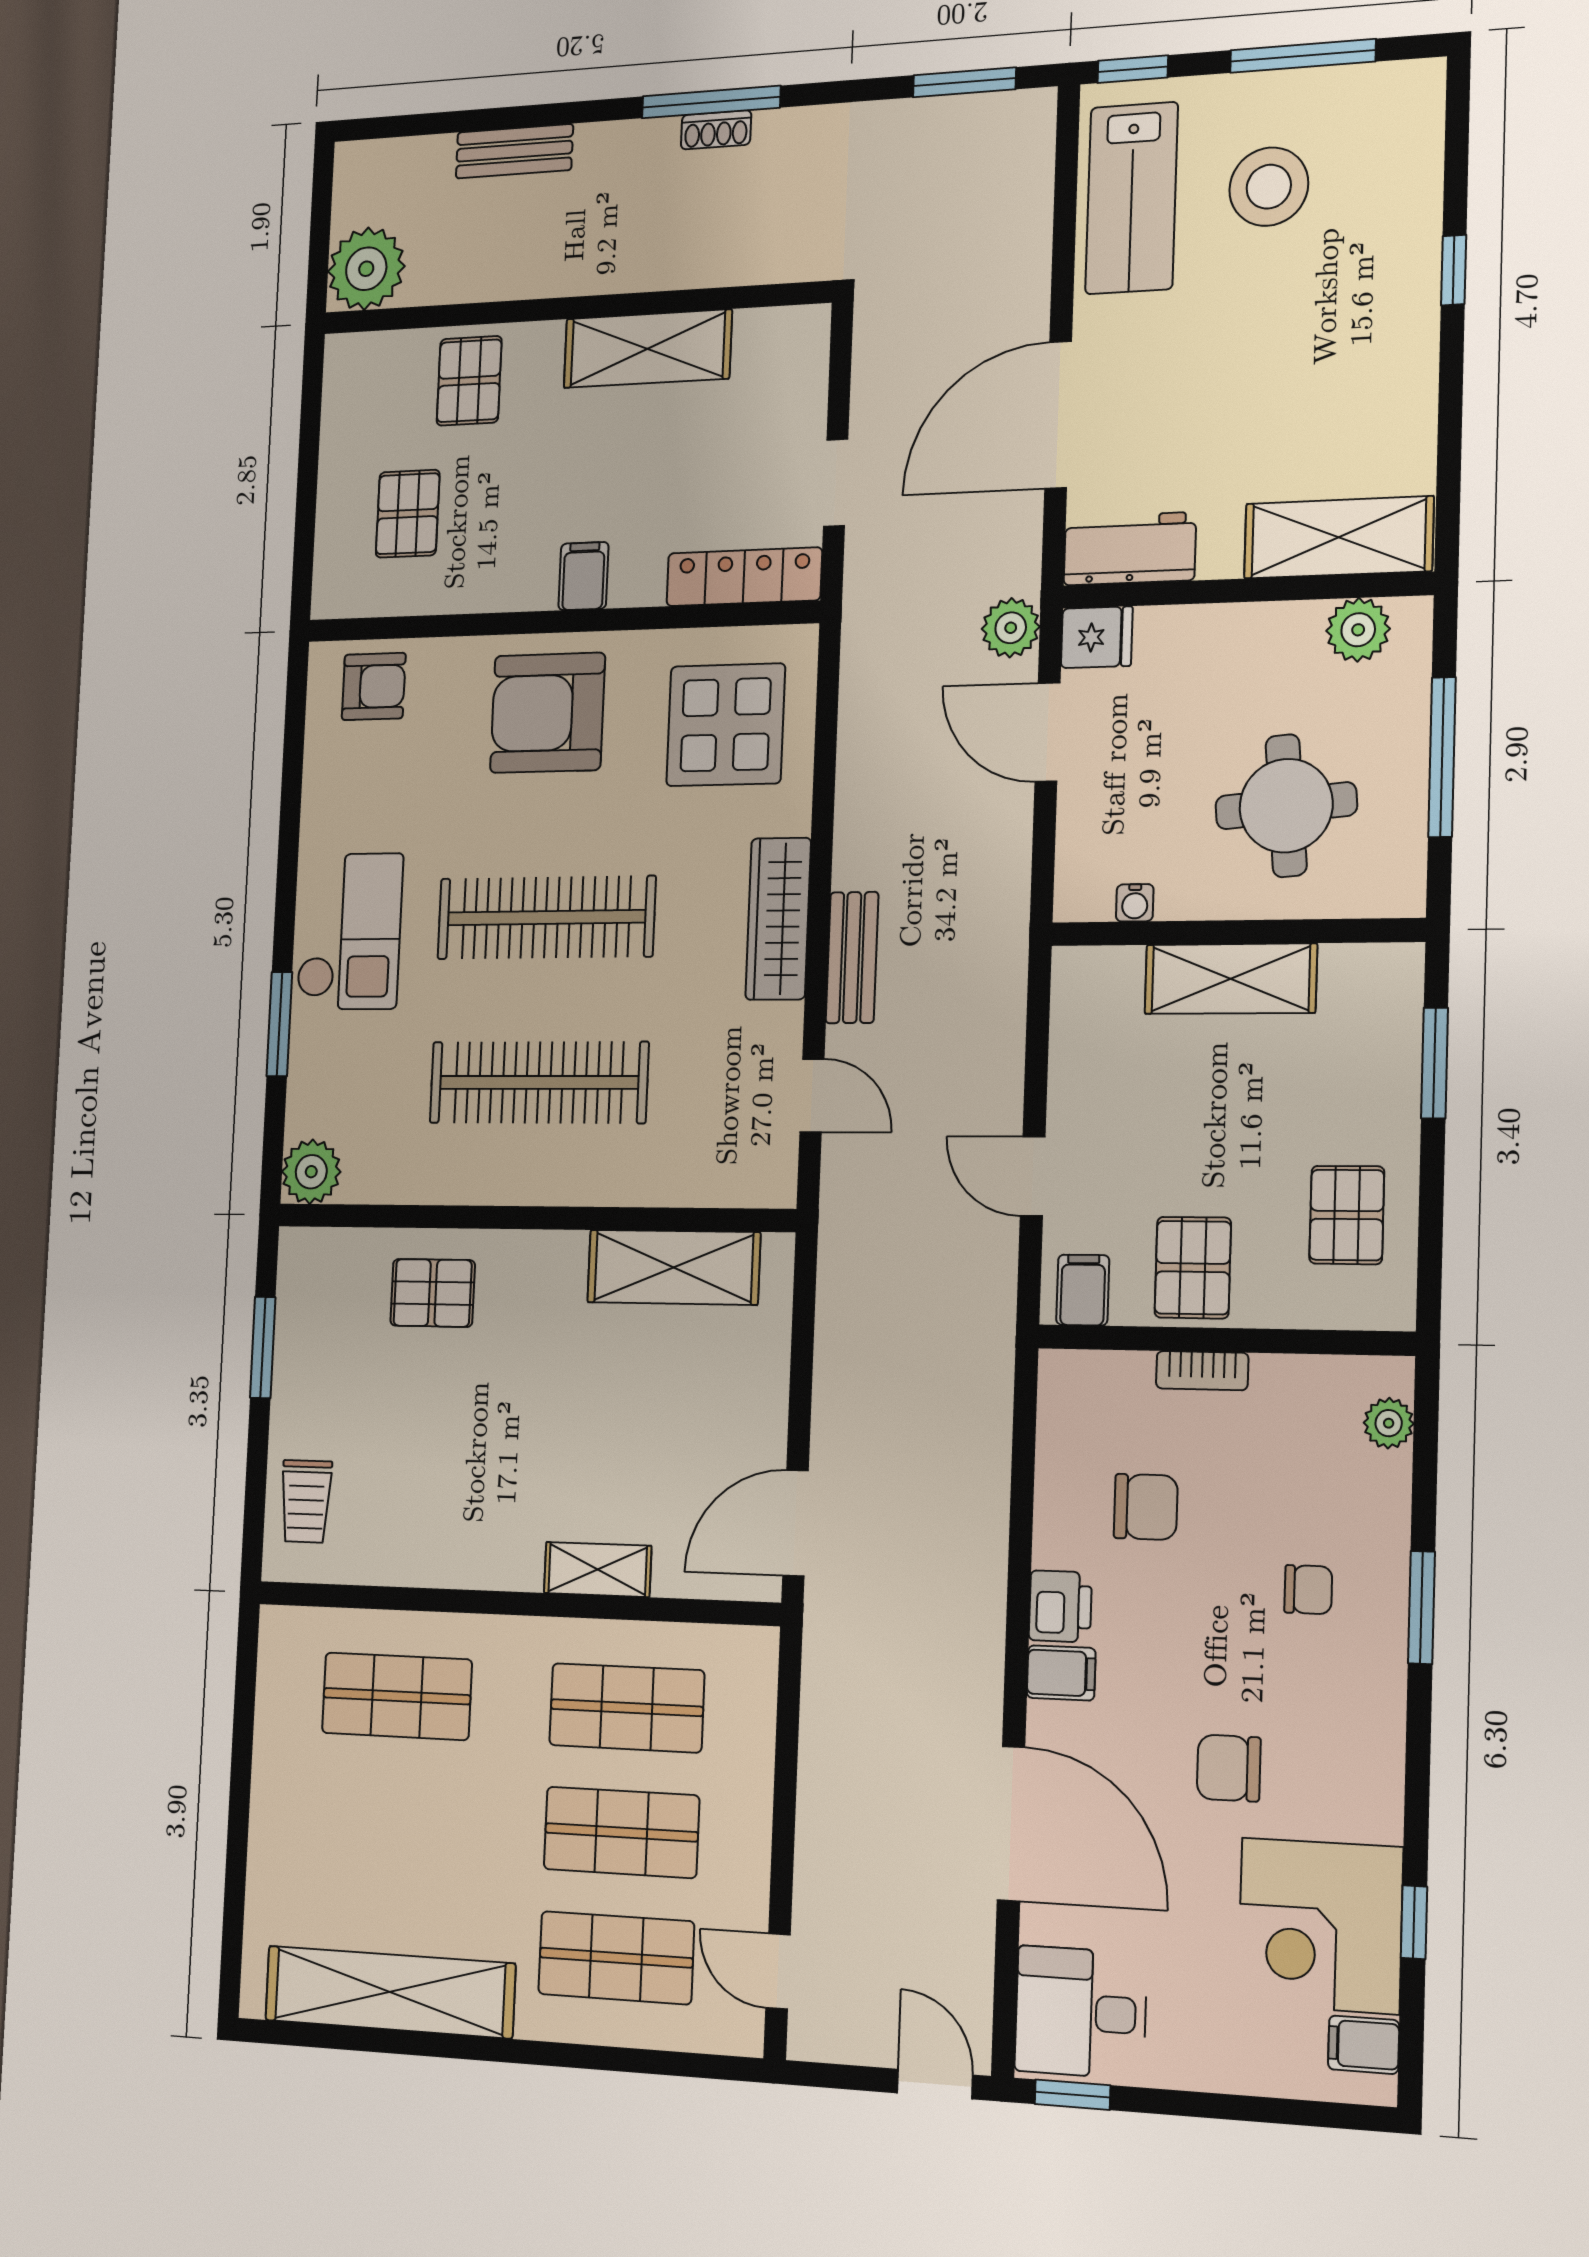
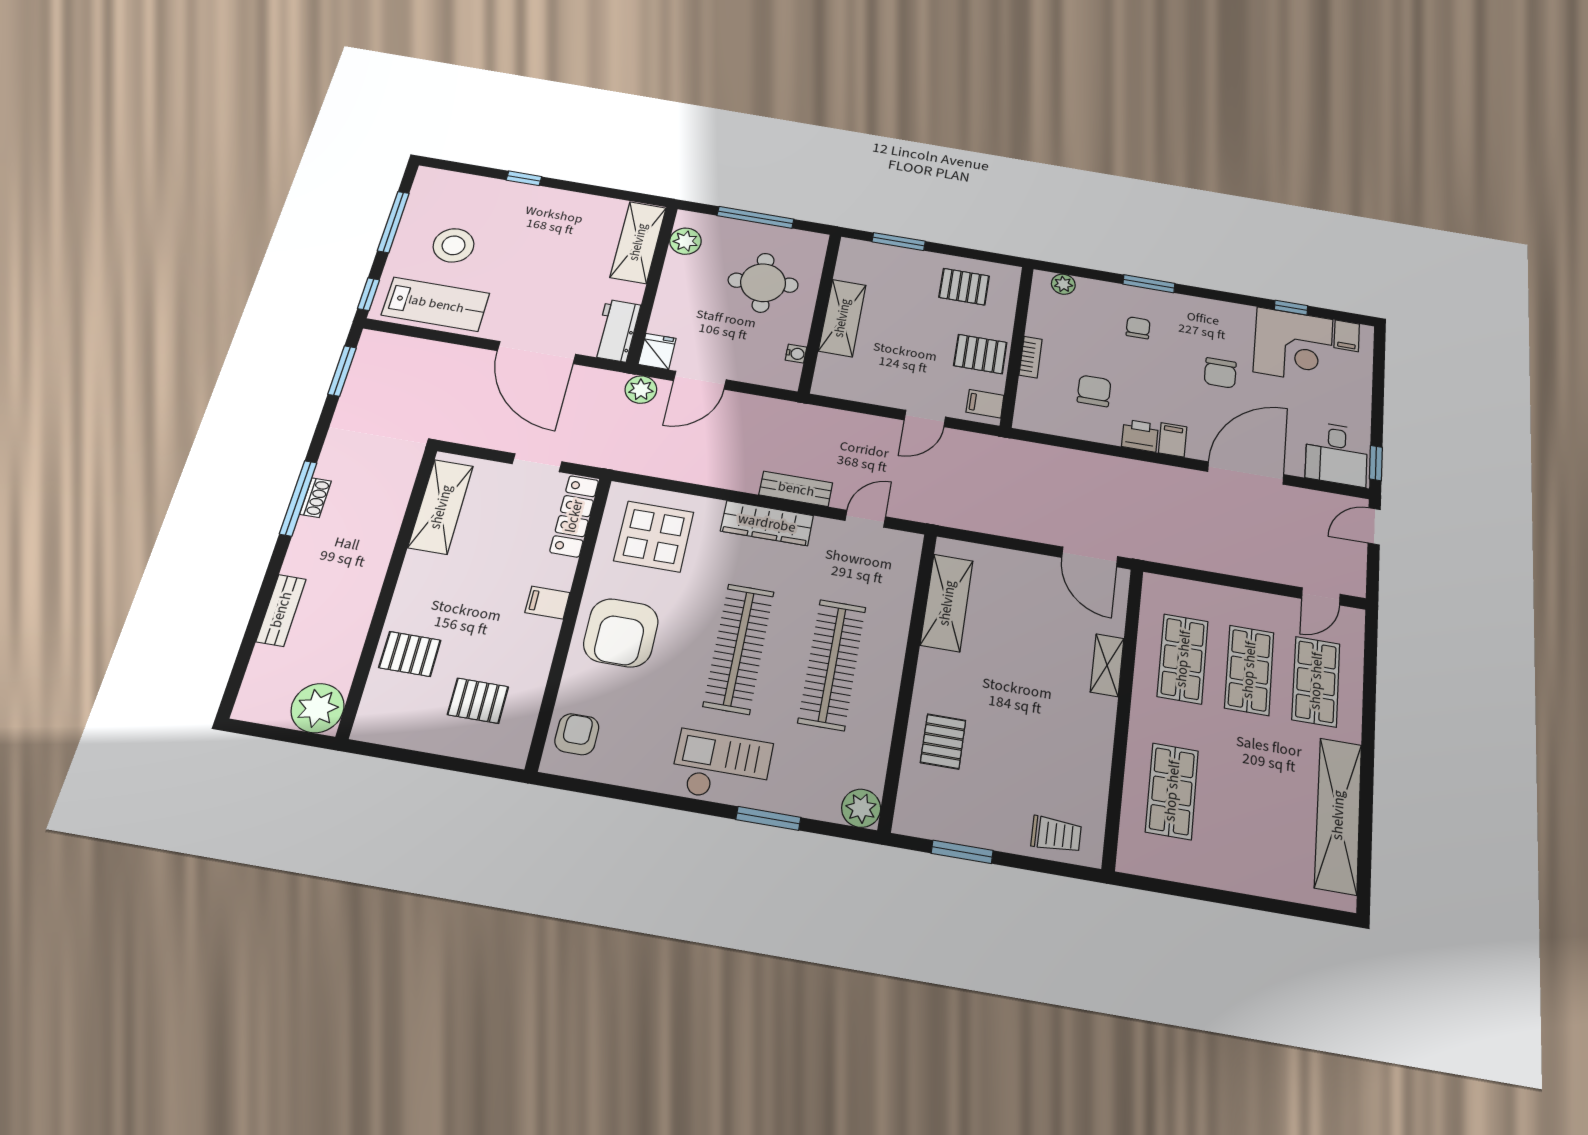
shelving: (648, 349) -> (441, 507), moved

